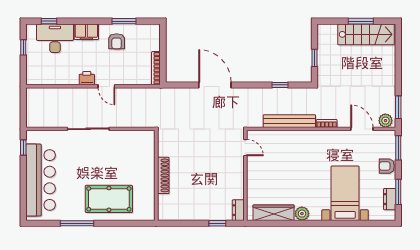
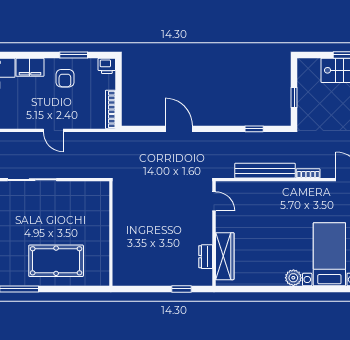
printer: (87, 78) -> (107, 66), moved, turned 180
door: (215, 85) -> (179, 129), width x0.73
shoe rack: (163, 175) -> (119, 234), removed
dresser: (238, 210) -> (206, 257), moved
wardrobe: (274, 213) -> (225, 256), moved, turned 90
plant: (302, 214) -> (293, 278), moved

